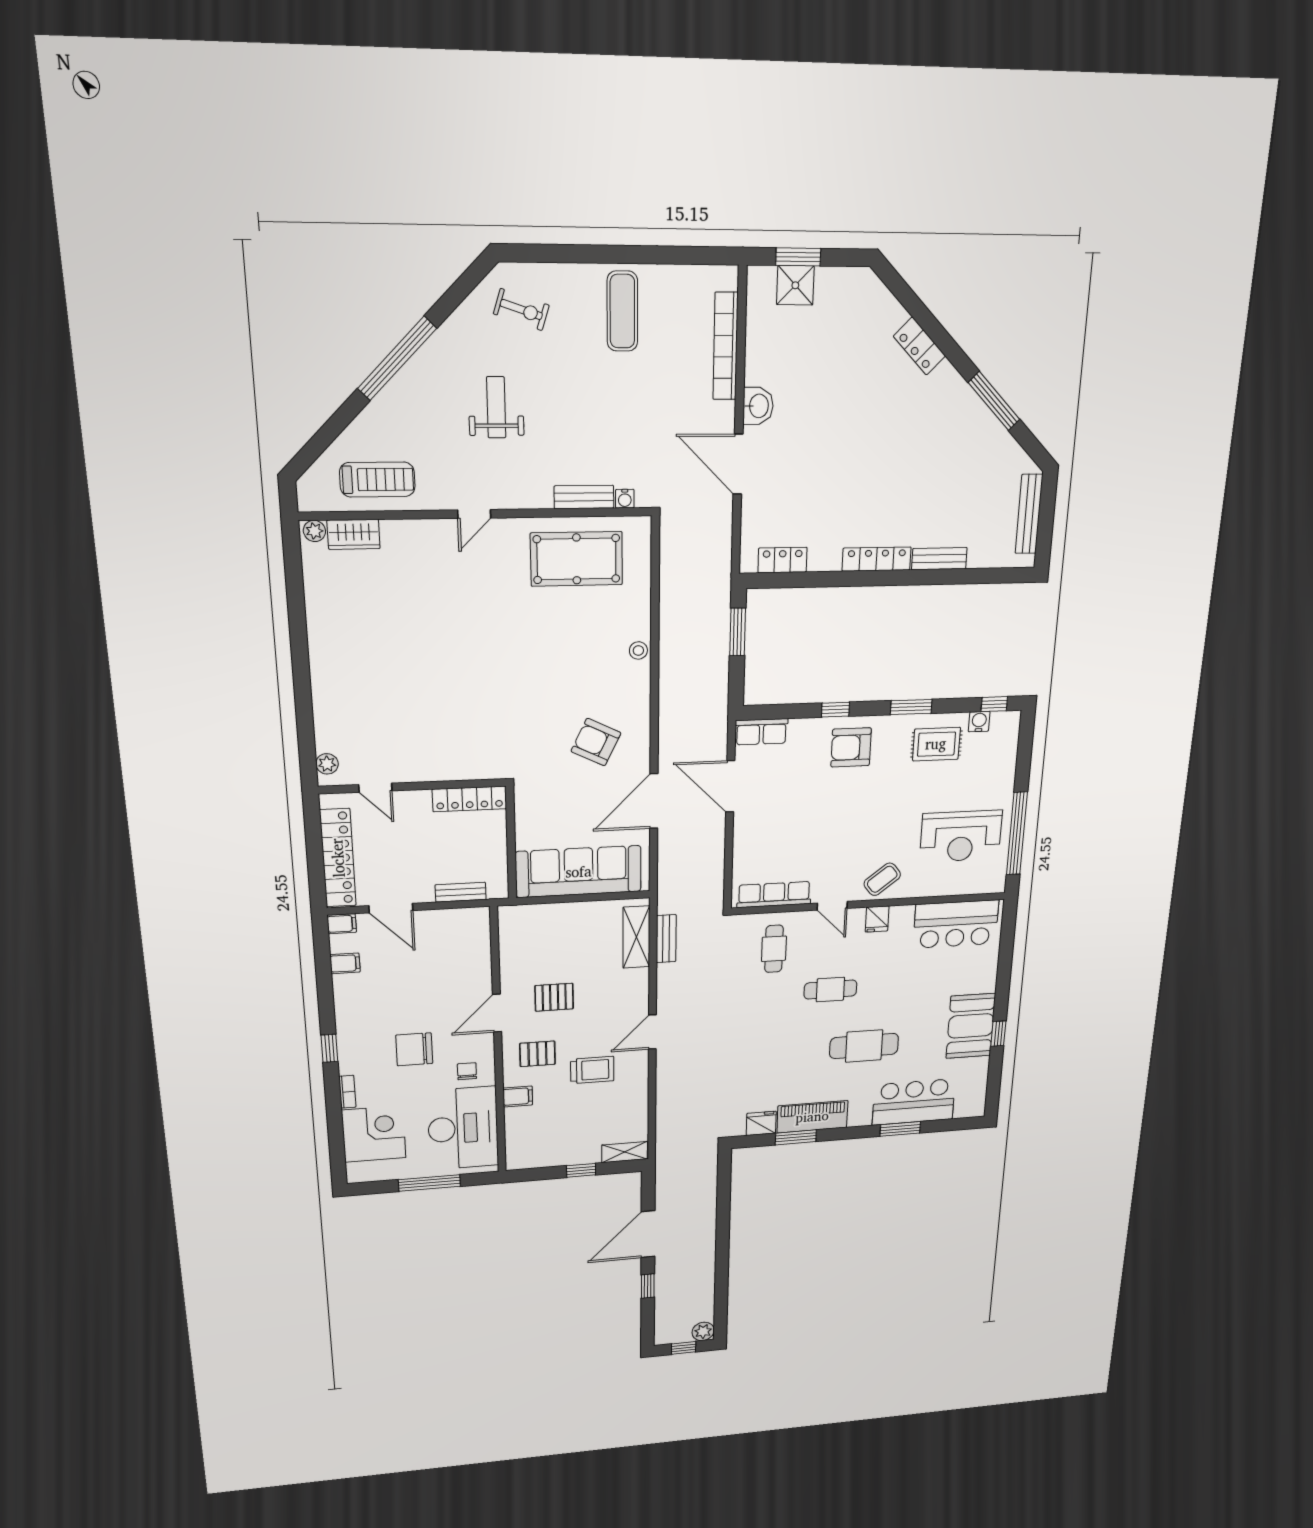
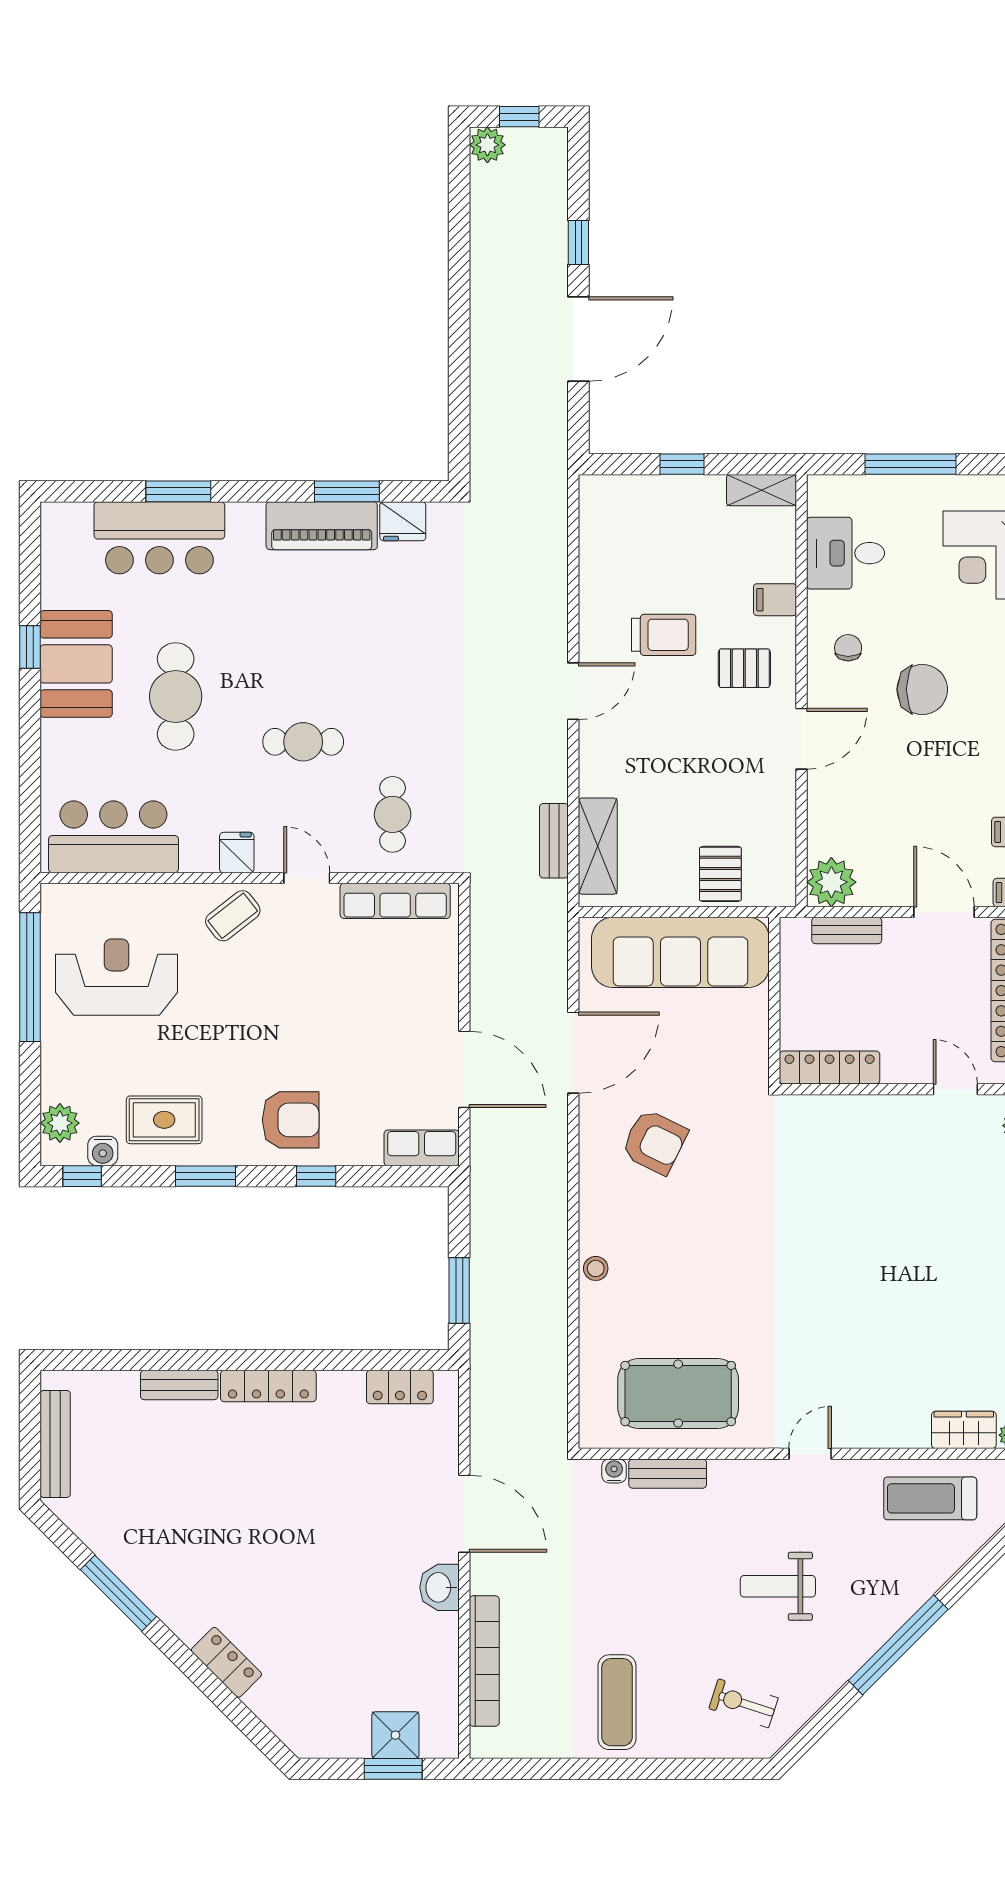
weight bench: (496, 407) -> (778, 1586), turned 90
plant: (1006, 739) -> (60, 1123), added
plant: (473, 923) -> (831, 882), added
pallet: (554, 997) -> (720, 874), moved, turned 90
cafe table: (864, 1046) -> (176, 696), moved, turned 90
trolley: (592, 1070) -> (664, 635), turned 180
chair: (467, 1071) -> (848, 648), turned 180
desk: (463, 1128) -> (846, 553), width x0.53, depth x0.77
shelving: (625, 1152) -> (762, 490), moved

